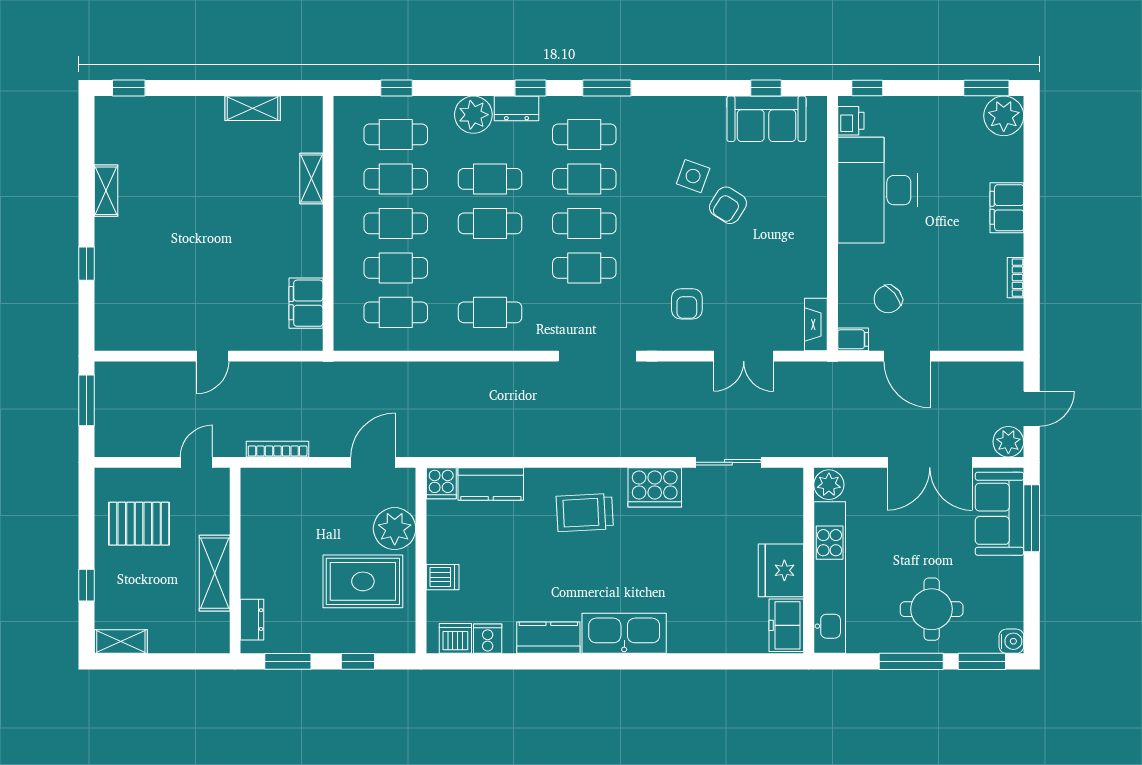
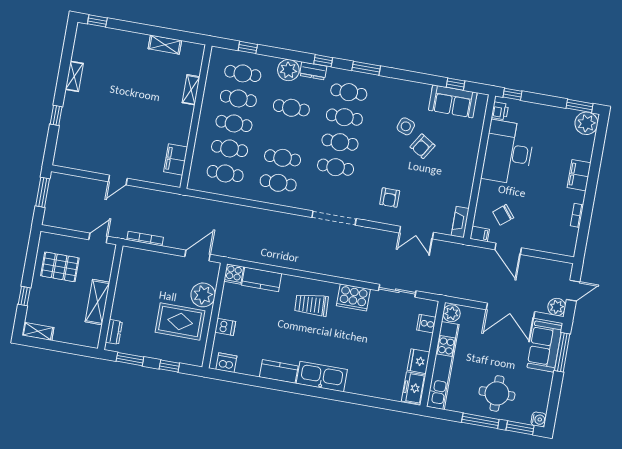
cafe table: (490, 223) -> (283, 158), moved
fridge: (781, 570) -> (419, 361), width x0.73, depth x0.75
cooker: (488, 639) -> (426, 324), moved, turned -90

